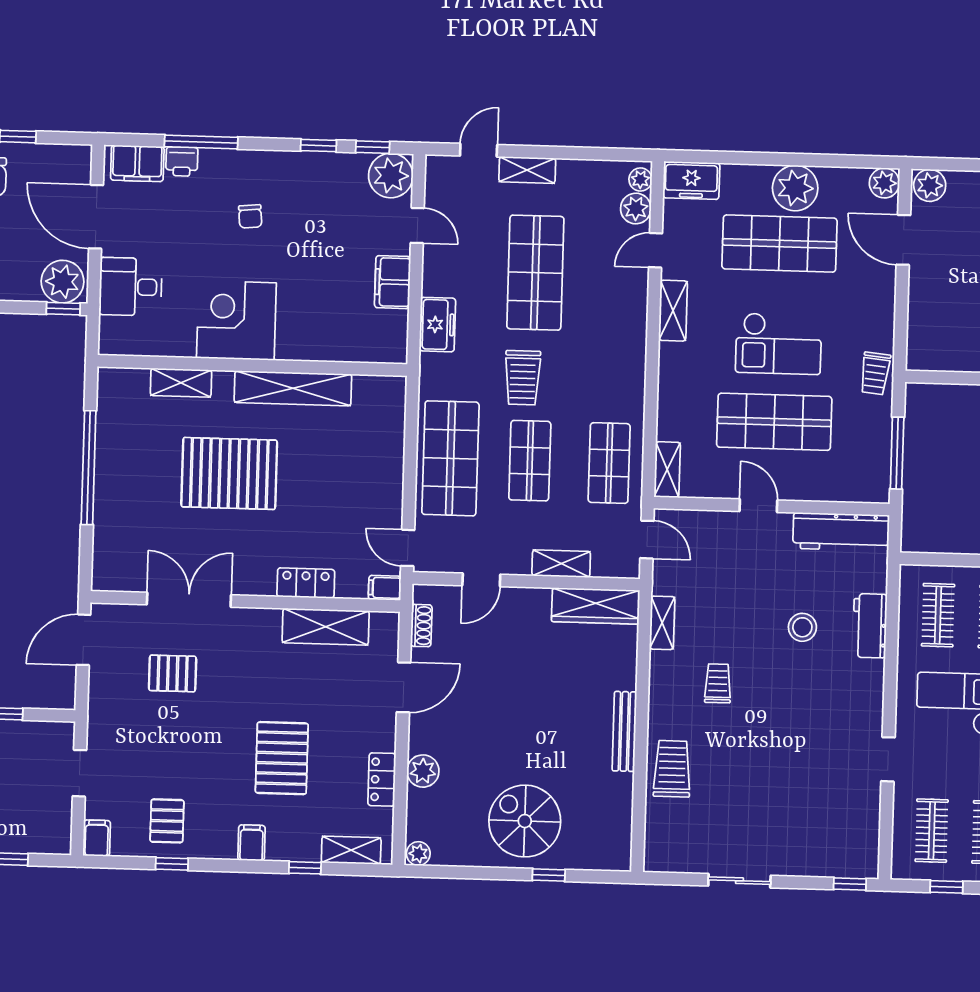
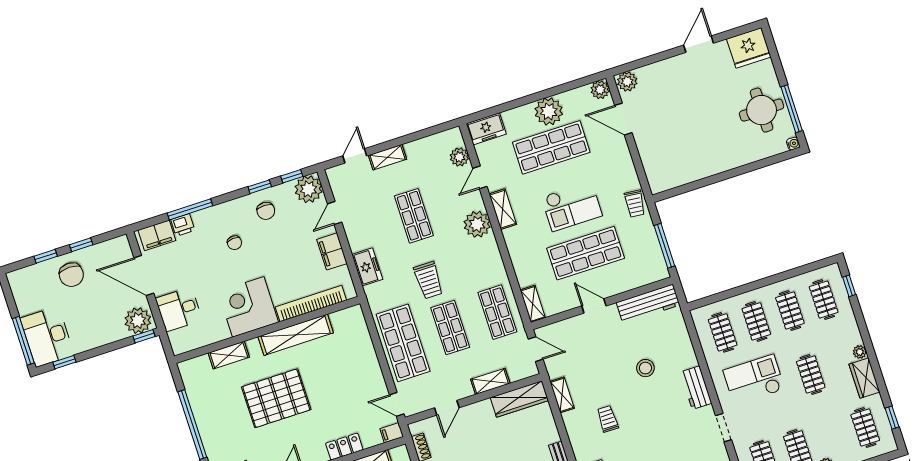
plant: (640, 180) -> (477, 224), moved, width x1.88, depth x1.88
chair: (315, 185) -> (266, 211), added
door: (417, 226) -> (335, 213), swing flipped
shop shelf: (535, 273) -> (414, 216), width x0.70, depth x0.74
bookcase: (333, 349) -> (311, 304), added
workbench: (870, 626) -> (696, 388), moved

